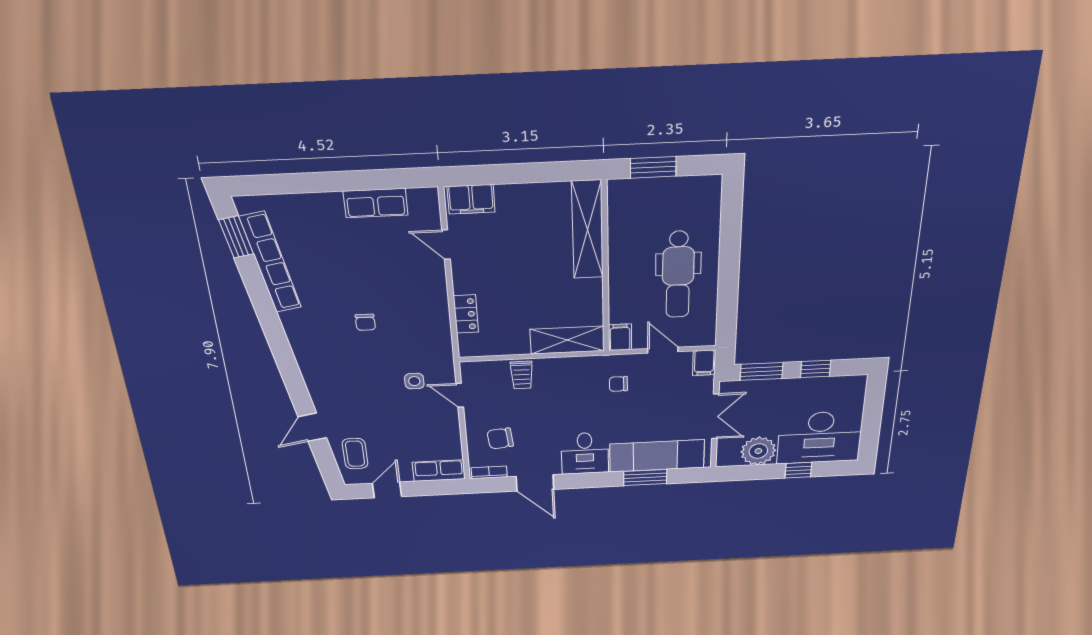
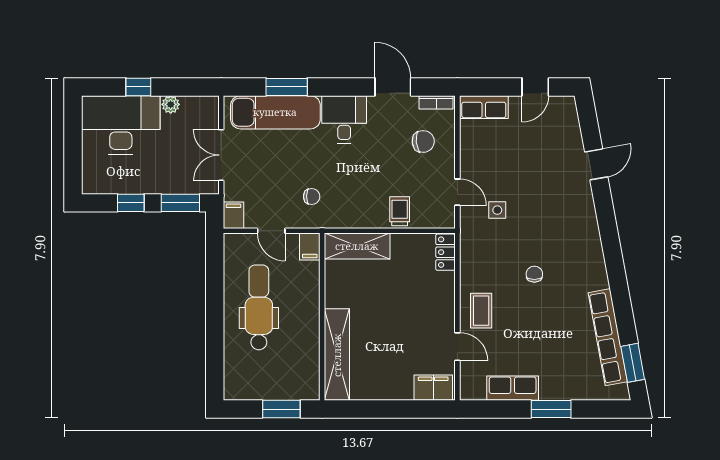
window: (326, 182) -> (551, 409), added
locker: (466, 314) -> (446, 252), moved
plant: (758, 451) -> (171, 104), width x0.53, depth x0.53
coffee table: (355, 454) -> (481, 311), moved

